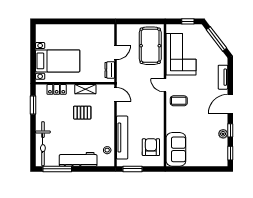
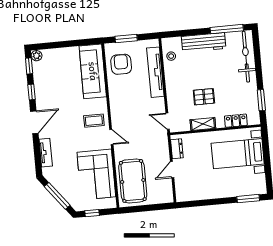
window: (52, 21) -> (248, 199), added
plant: (223, 134) -> (37, 56), moved
armchair: (151, 147) -> (121, 64), turned 180
sofa: (176, 149) -> (93, 71), width x1.36
window: (132, 169) -> (126, 38), moved

